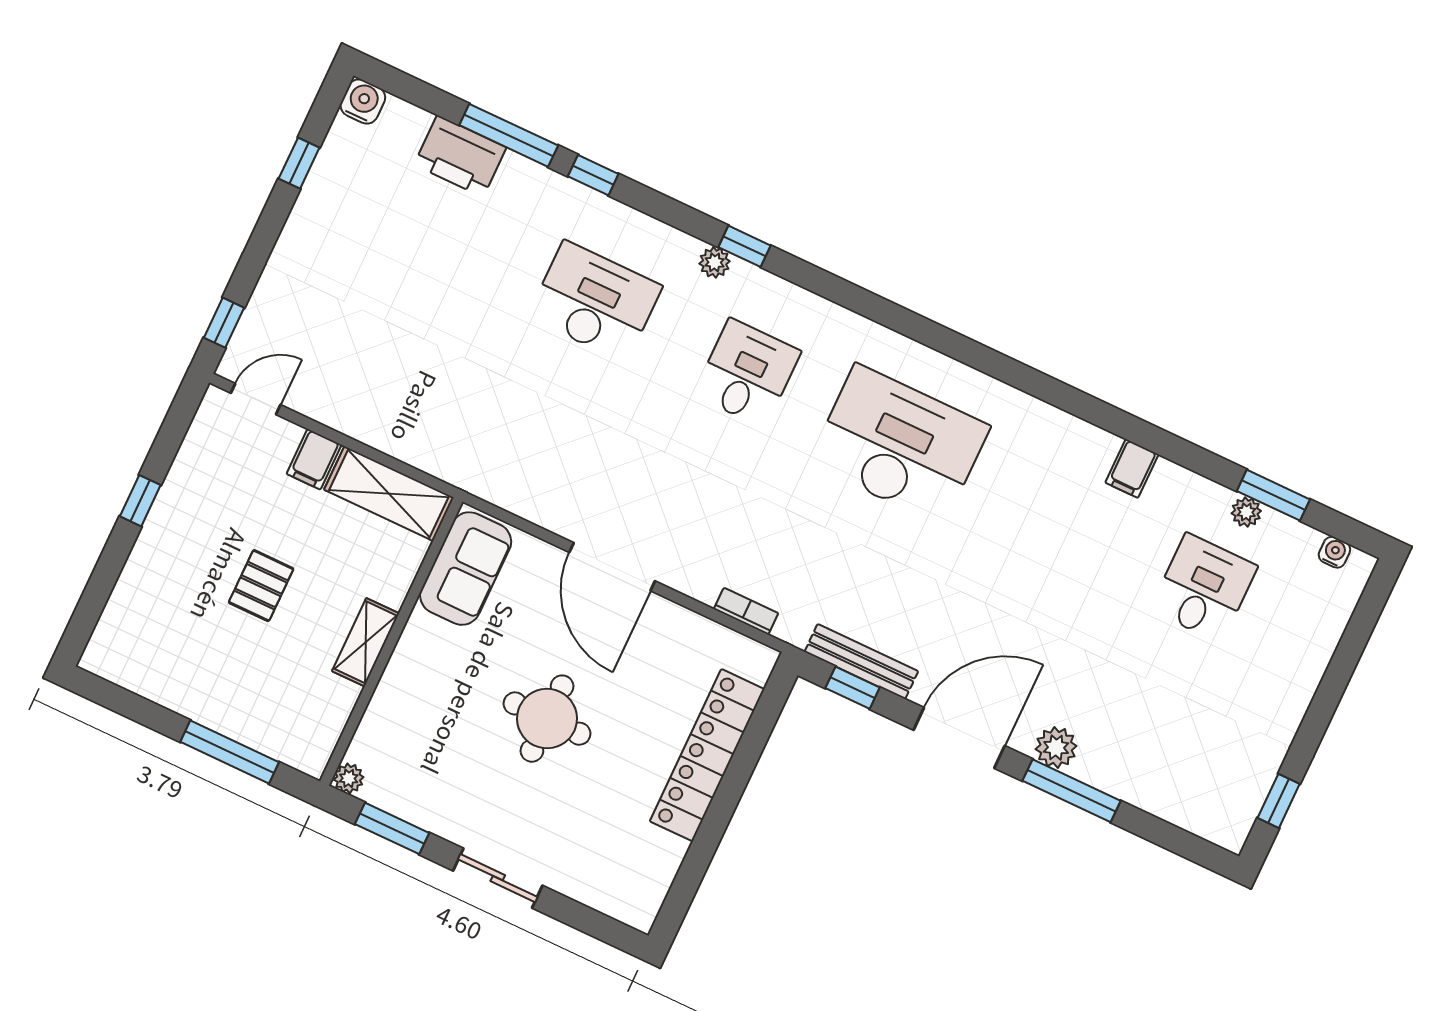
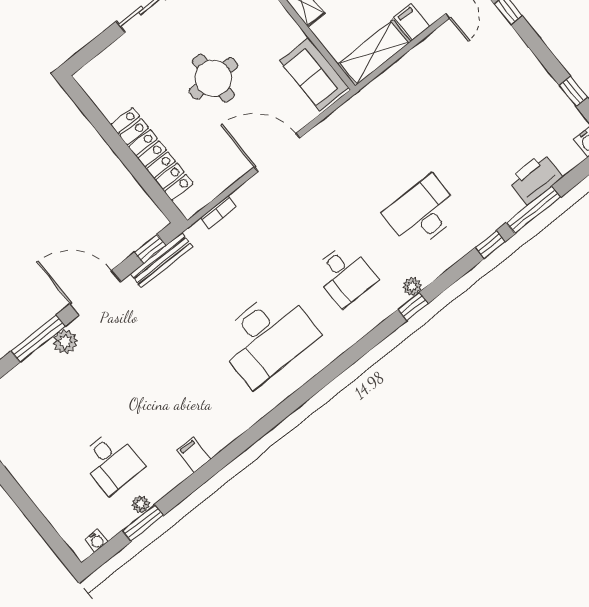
desk: (595, 301) -> (423, 213), turned 180
door: (959, 738) -> (96, 293), swing flipped

